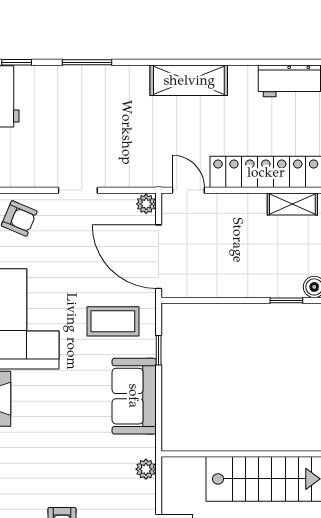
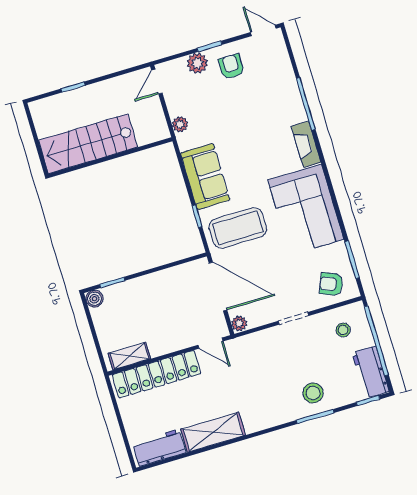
shelving: (189, 80) -> (213, 432), moved
stool: (81, 92) -> (313, 393), added
stool: (21, 158) -> (343, 330), added
coffee table: (113, 321) -> (238, 228), width x1.36, depth x1.32

